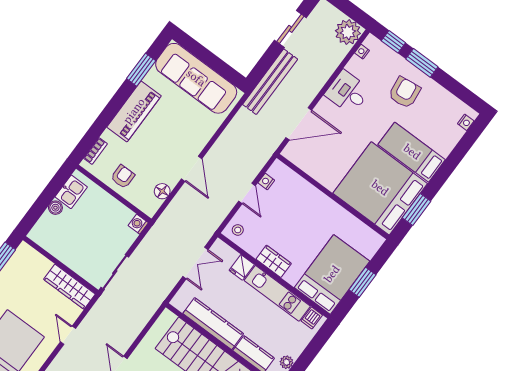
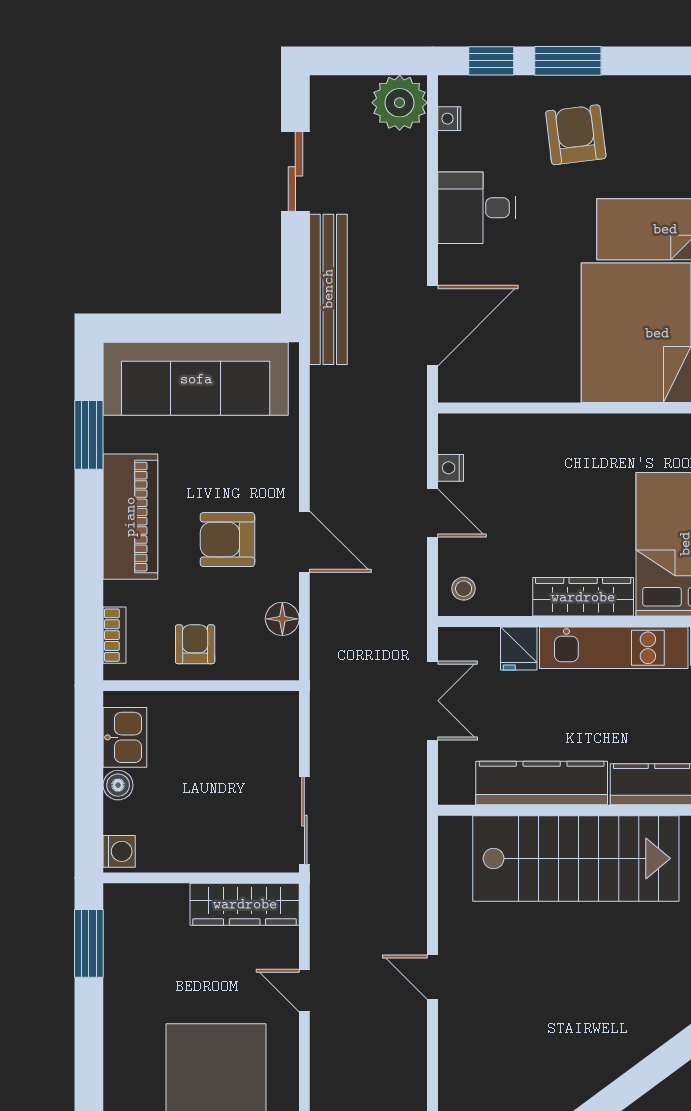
armchair: (164, 147) -> (227, 540), added
washing machine: (138, 224) -> (119, 851), moved, turned 180
wardrobe: (274, 261) -> (583, 597), width x1.50

